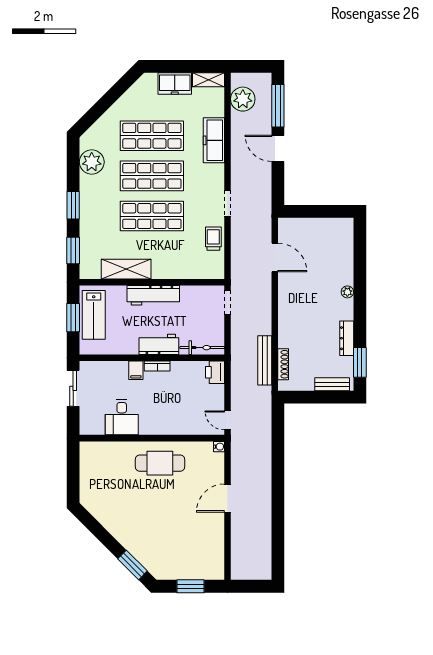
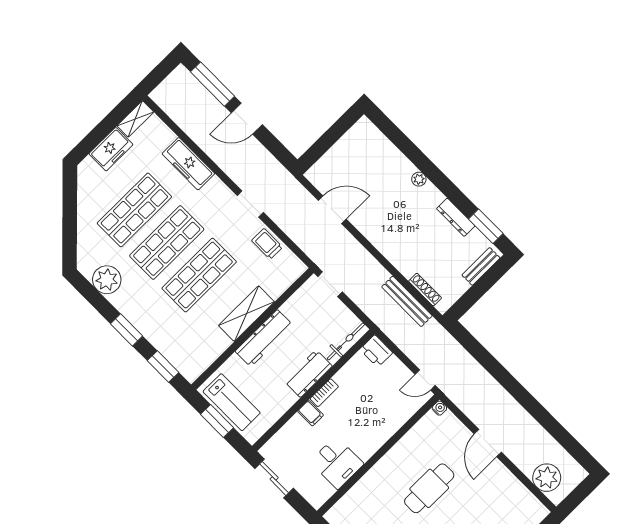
plant: (243, 99) -> (547, 478), moved
shelving: (126, 269) -> (246, 314), moved
cafe table: (160, 463) -> (429, 488), moved

